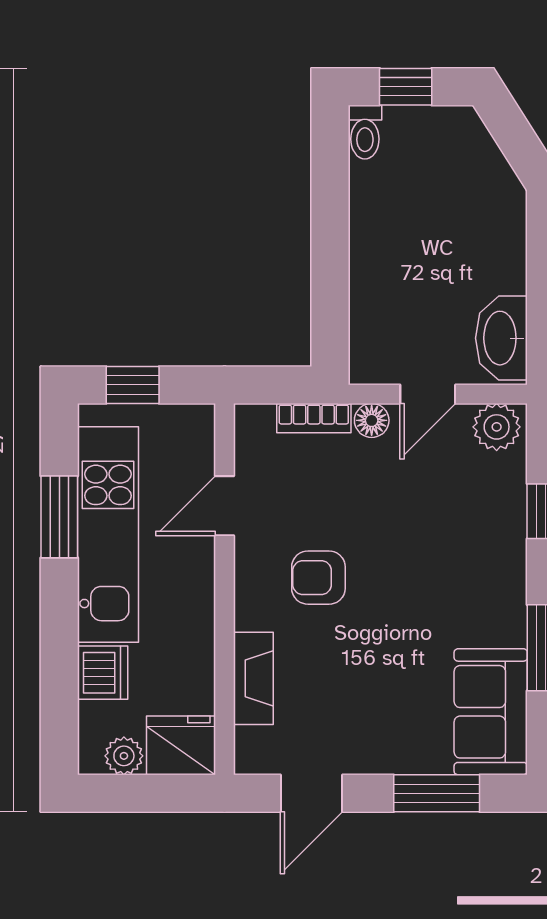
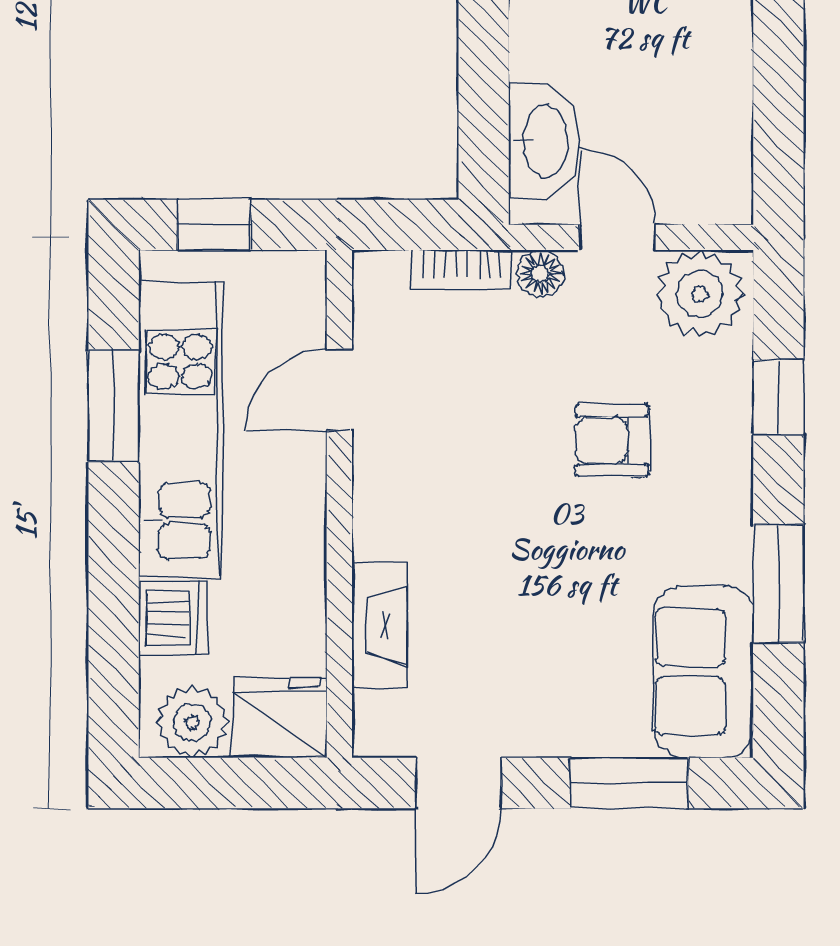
washbasin: (501, 338) -> (544, 141), moved, turned 180
door: (428, 394) -> (617, 237), swing flipped
plant: (497, 427) -> (700, 294), width x1.36, depth x1.36
armchair: (318, 578) -> (612, 440), moved
plant: (124, 756) -> (192, 722), width x1.38, depth x1.38

